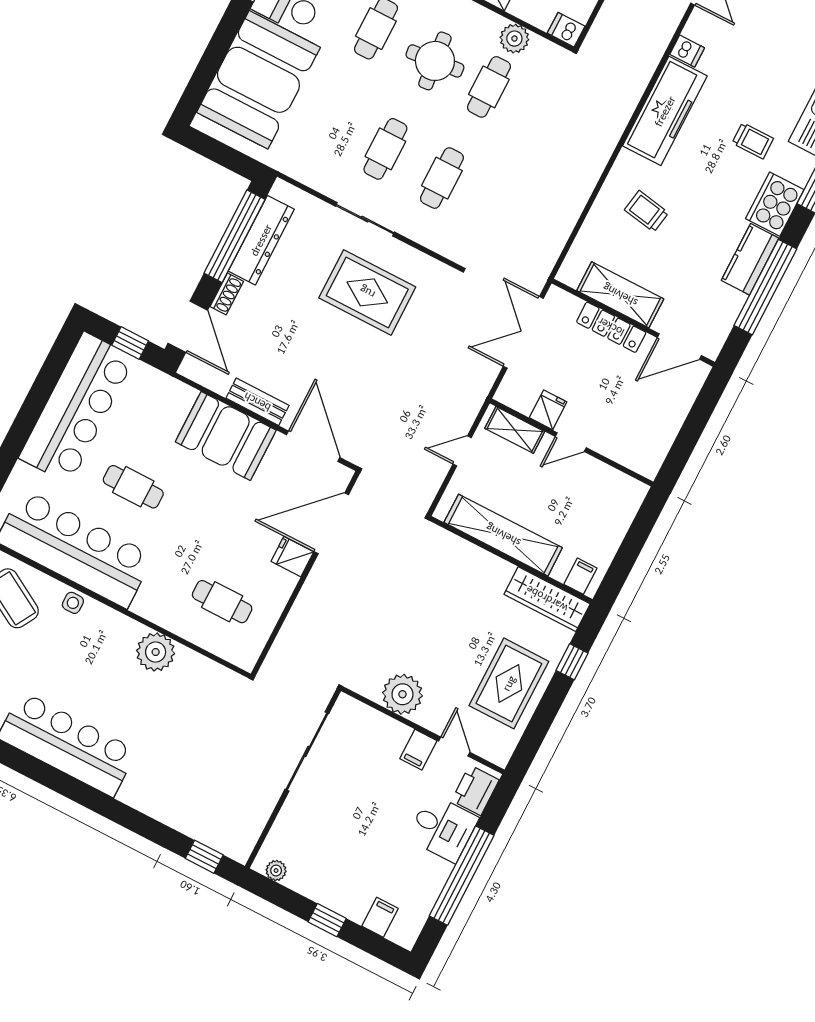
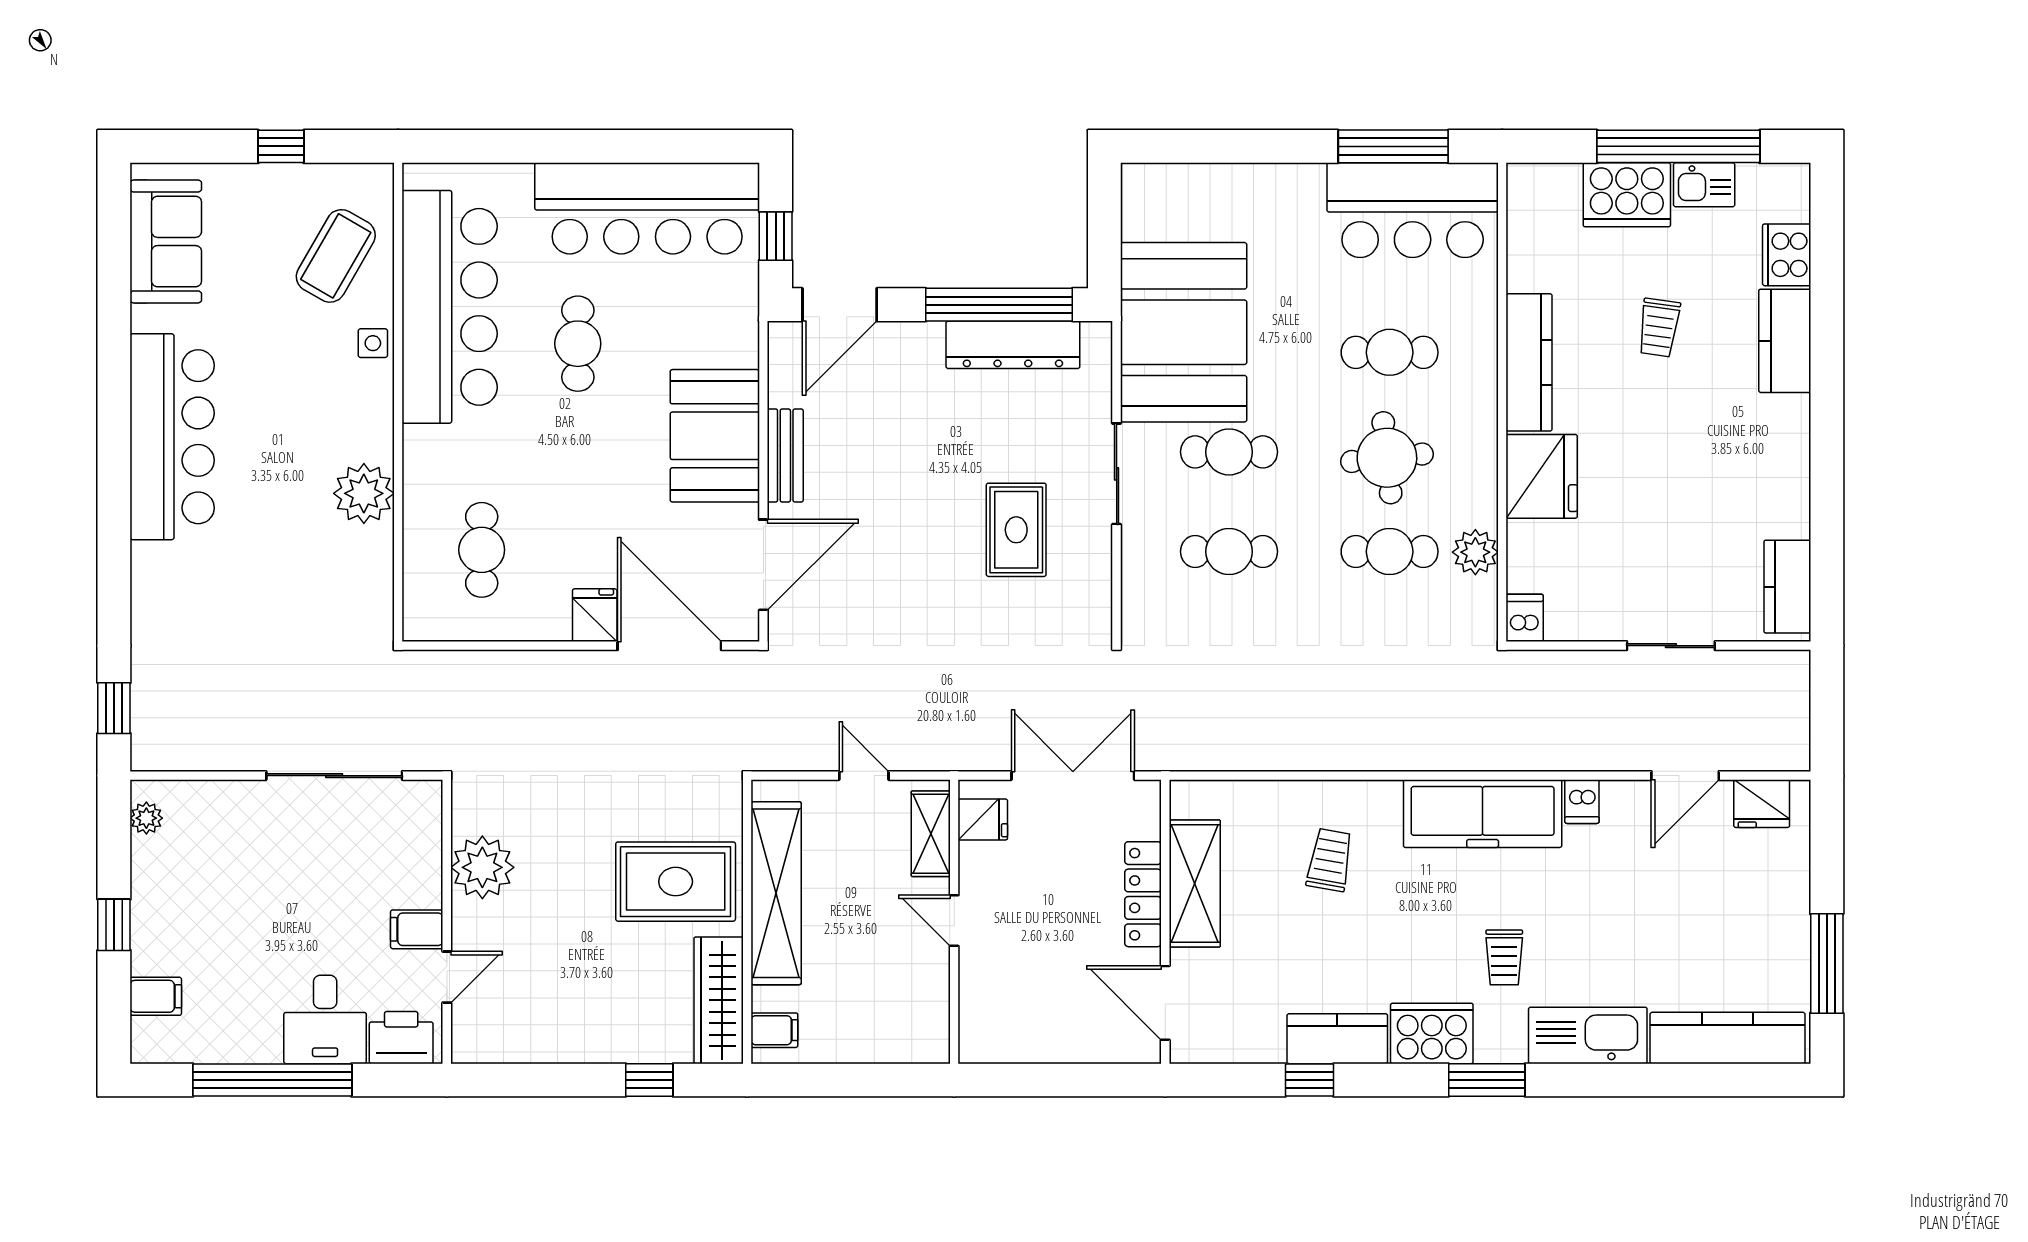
booth: (258, 80) -> (1184, 332), moved, turned 90
window: (765, 287) -> (1309, 1080), width x0.32
rug: (367, 292) -> (1016, 530), width x0.73, depth x0.70
shoe rack: (227, 294) -> (913, 335), removed
fridge: (548, 410) -> (983, 820), moved
rug: (509, 683) -> (676, 882), moved

